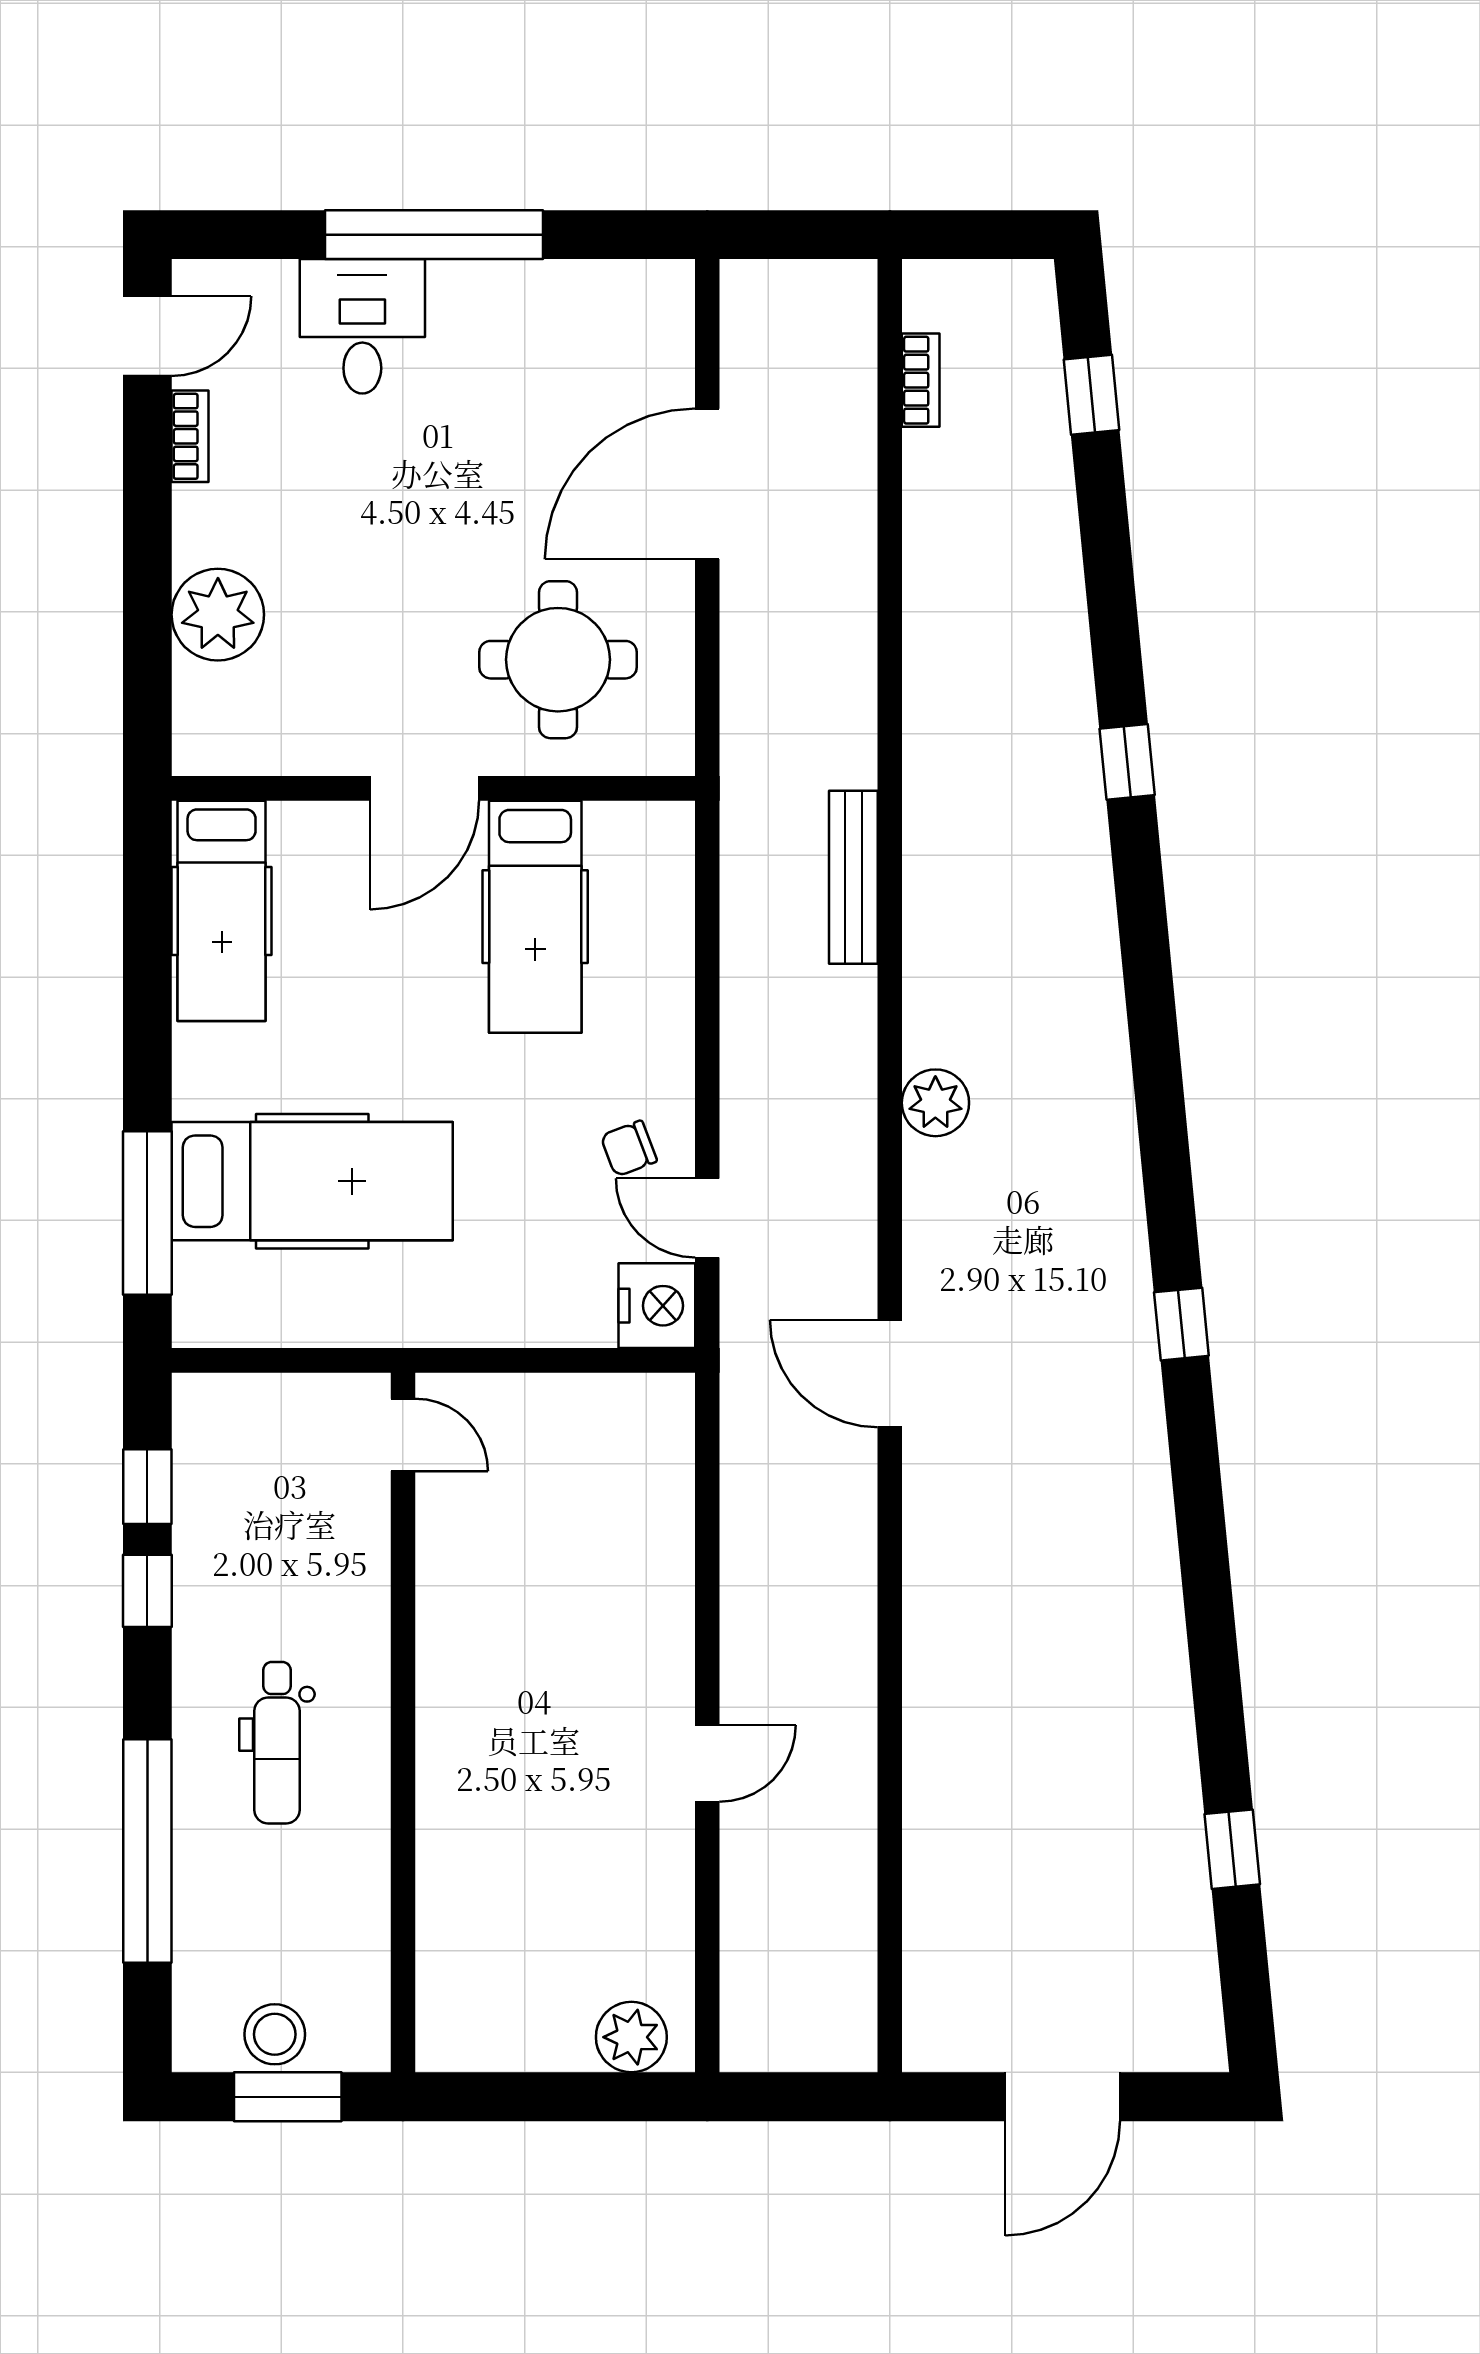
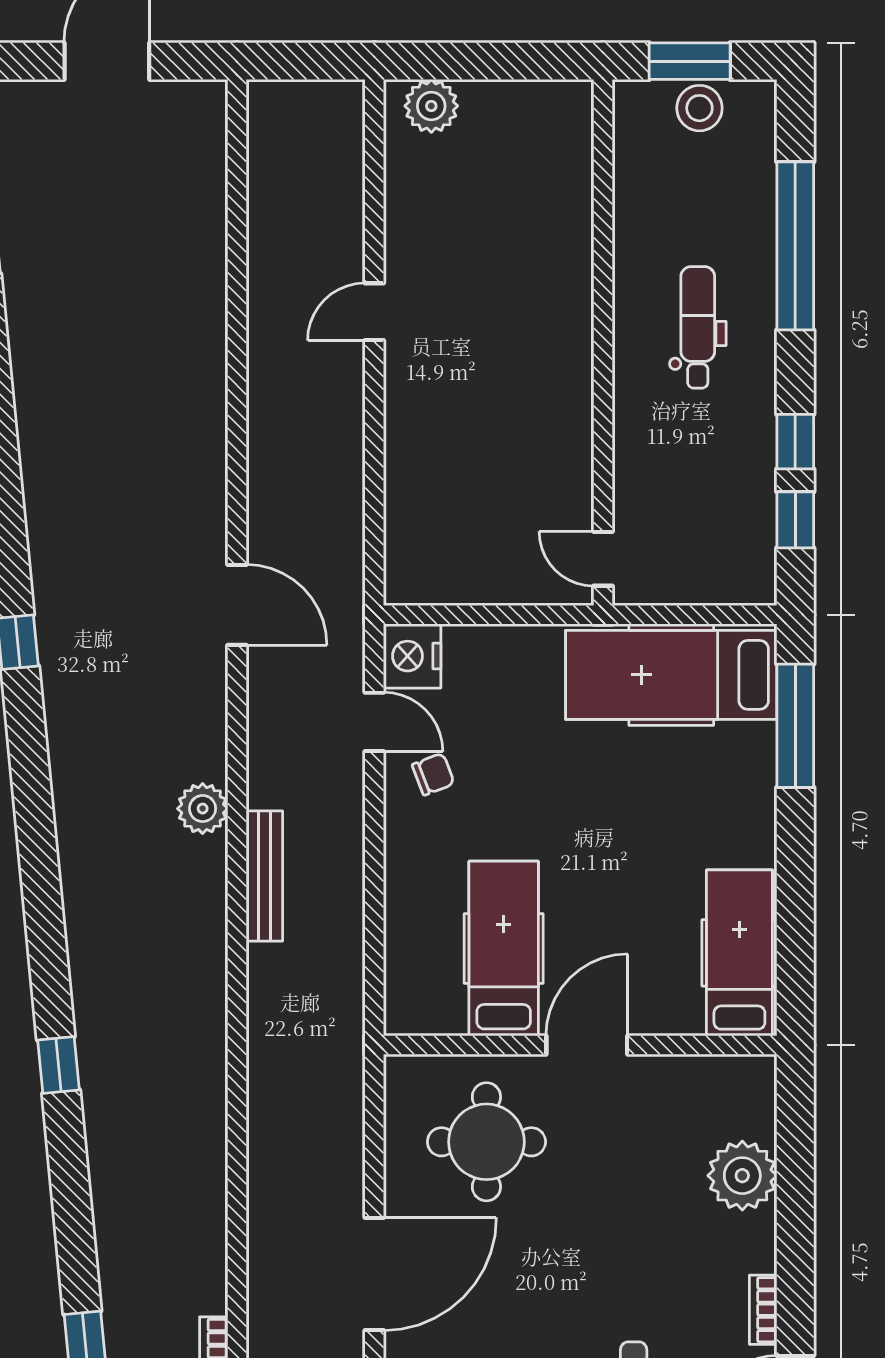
bench: (853, 877) -> (264, 876), moved
hospital bed: (312, 1181) -> (671, 675), moved

